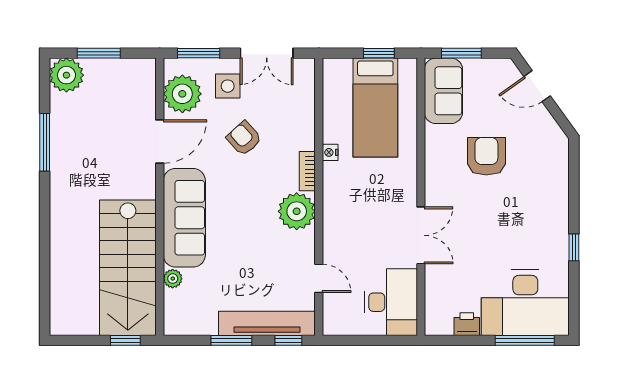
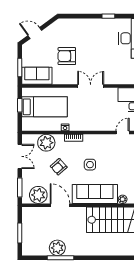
plant: (66, 75) -> (57, 248), moved
side table: (228, 86) -> (90, 165), moved
door: (537, 86) -> (35, 33), swing flipped
plant: (297, 211) -> (46, 143), moved
double door: (421, 235) -> (91, 86), moved

